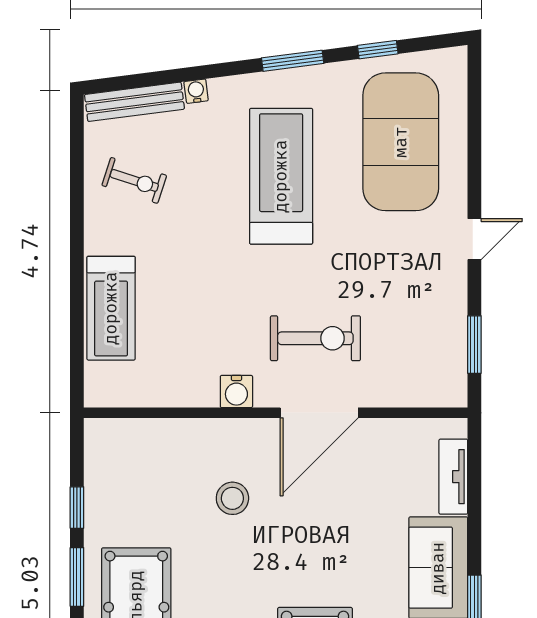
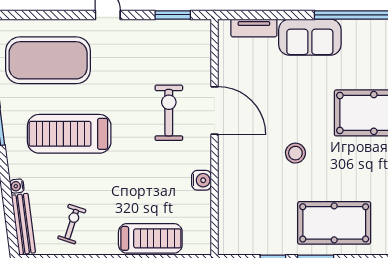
water cooler: (236, 391) -> (202, 180), moved
stool: (232, 498) -> (295, 153), moved

